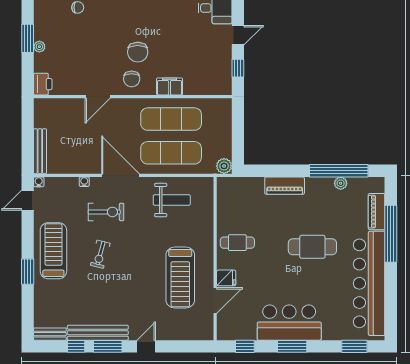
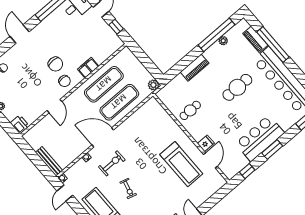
weight bench: (172, 200) -> (141, 127), removed
cafe table: (237, 243) -> (190, 110), moved

